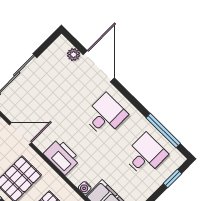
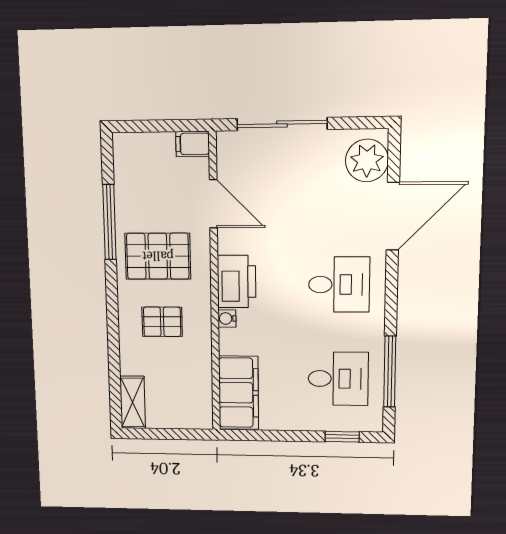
plant: (74, 55) -> (367, 160), width x1.88, depth x1.88
water cooler: (85, 188) -> (227, 318), moved

